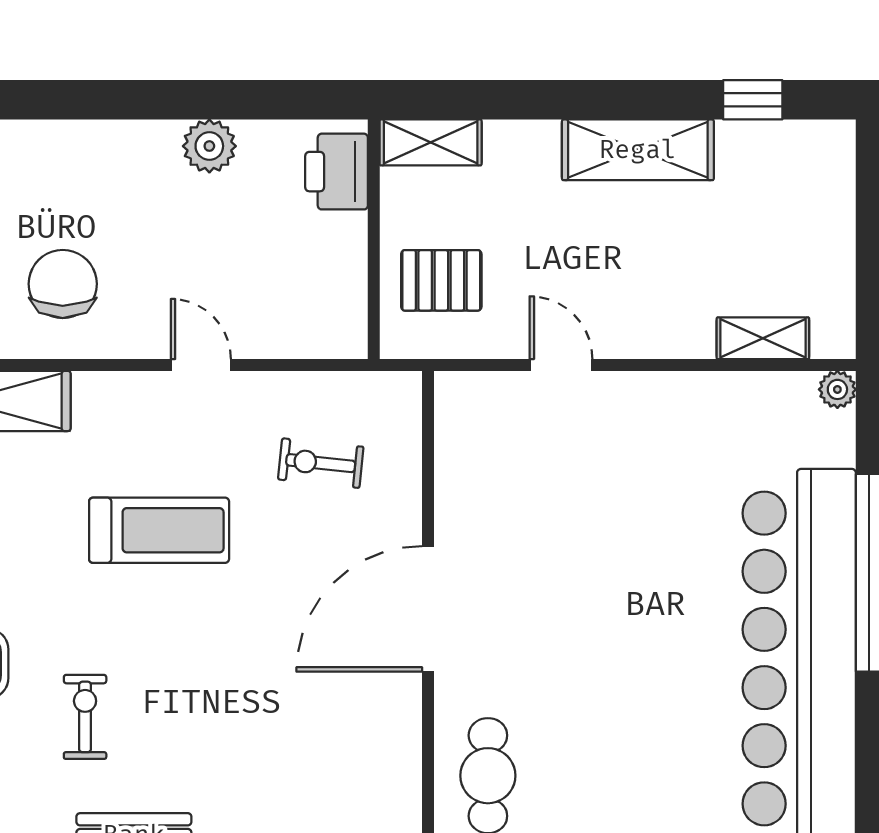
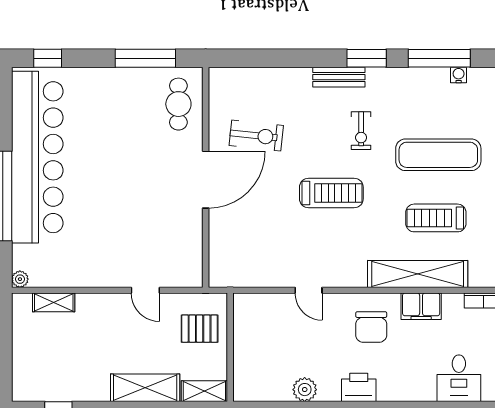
shelving: (638, 150) -> (145, 388), moved
printer: (337, 172) -> (359, 387), moved, turned -90
exercise bike: (321, 463) -> (256, 136), moved, width x1.38, depth x1.39
treadmill: (159, 530) -> (331, 193), moved, turned 180

